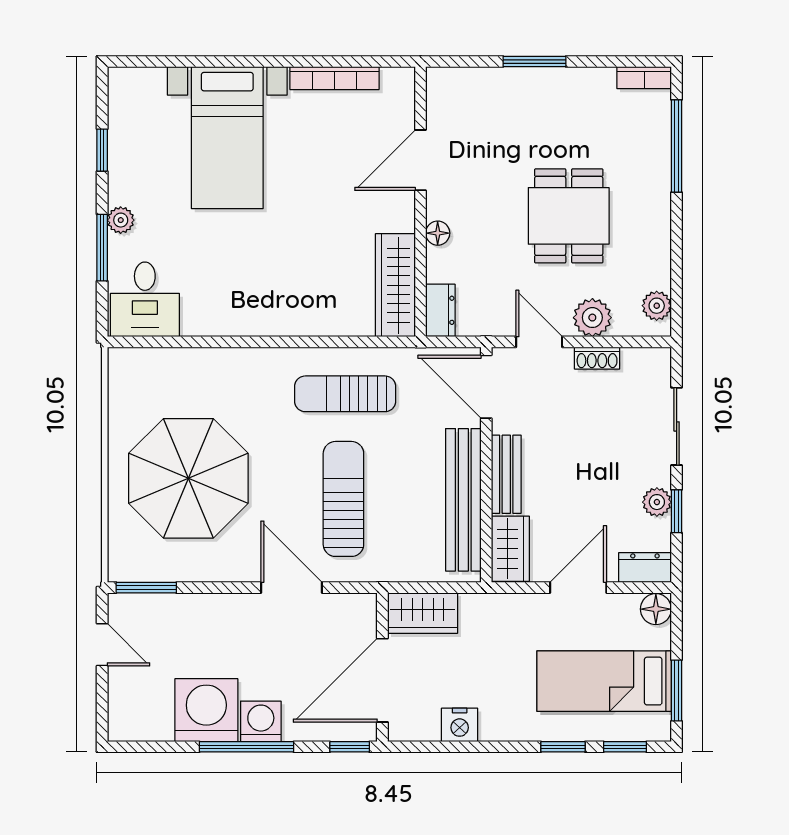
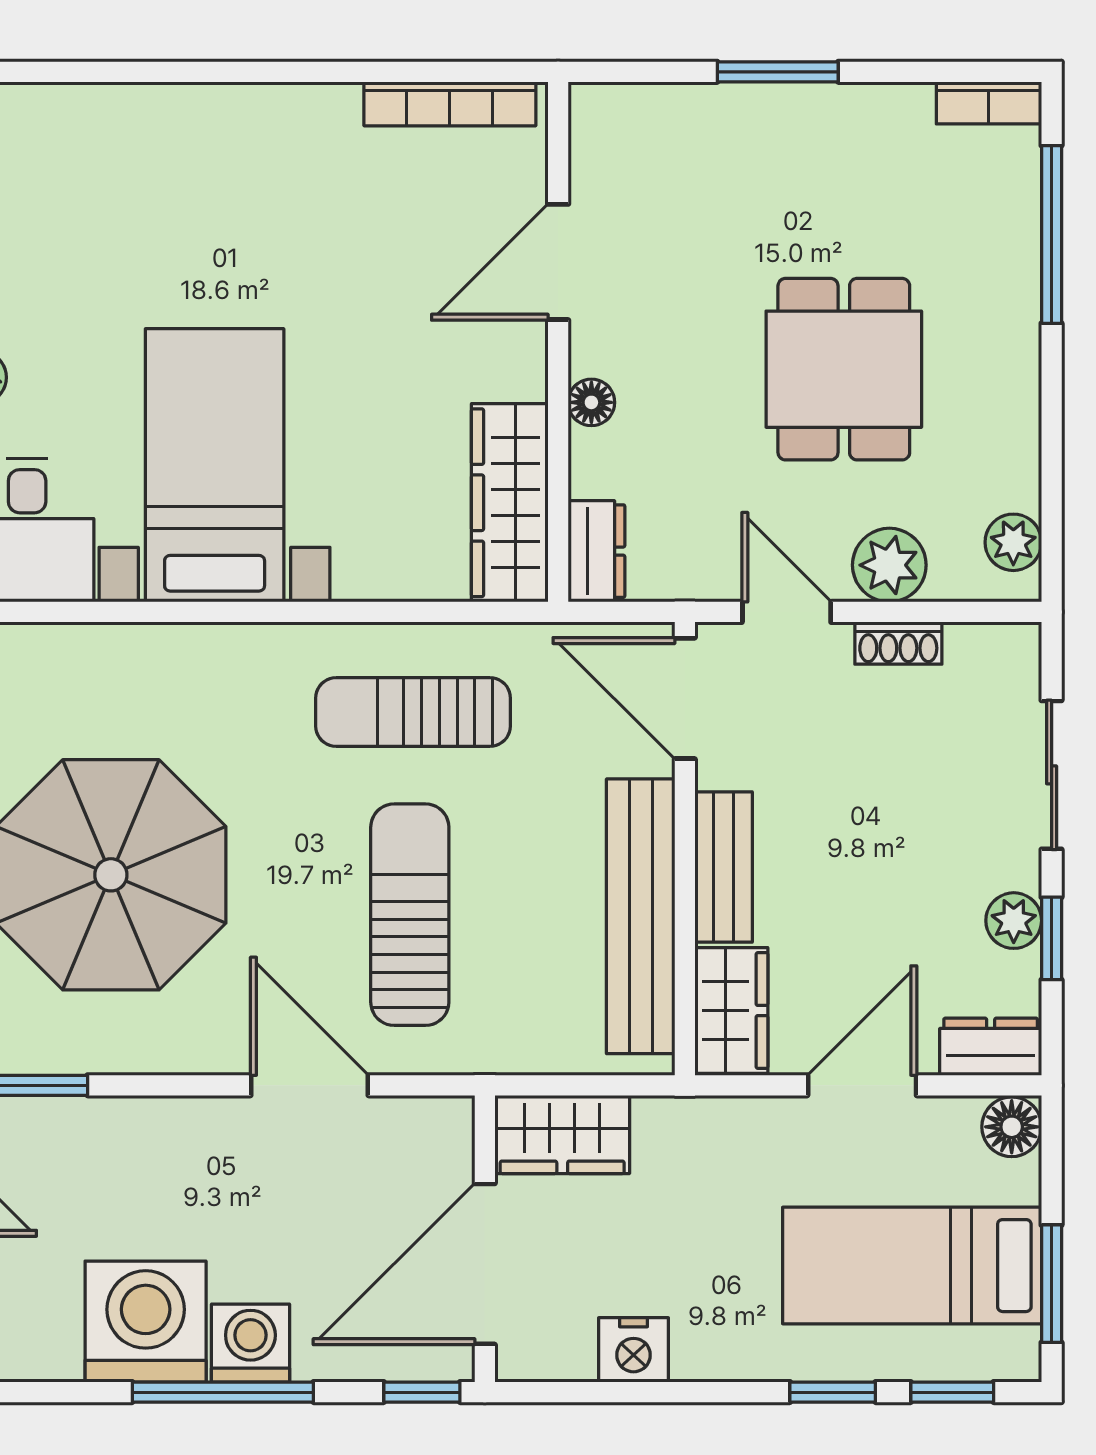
bookcase: (335, 78) -> (450, 104), moved
bed with nightstands: (227, 138) -> (215, 465), moved, turned 180

